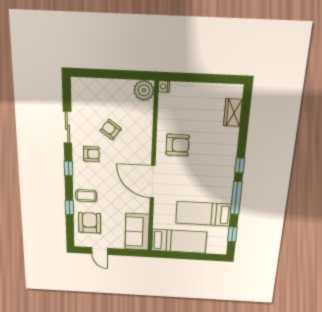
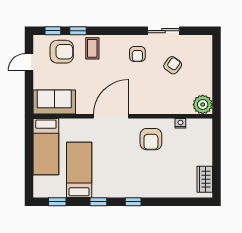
nightstand: (164, 87) -> (180, 123), moved
wardrobe: (233, 112) -> (205, 179), moved, turned -90
armchair: (111, 129) -> (173, 65), moved
window: (68, 168) -> (53, 31), moved
window: (236, 198) -> (98, 202), width x0.46

